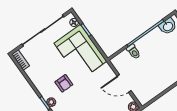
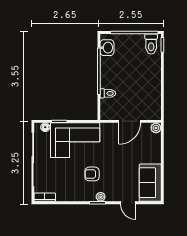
armchair: (64, 83) -> (92, 174), turned 180

